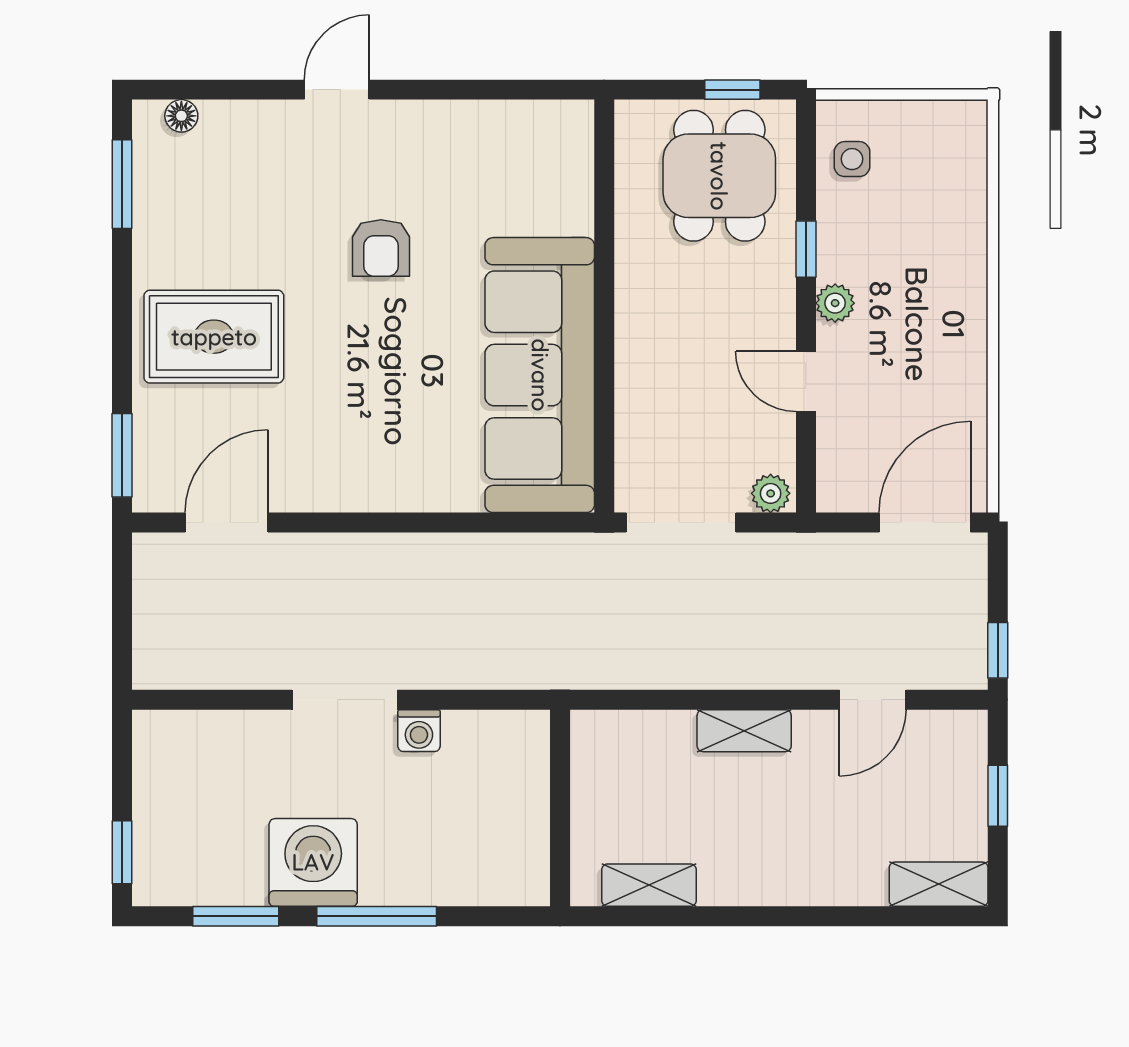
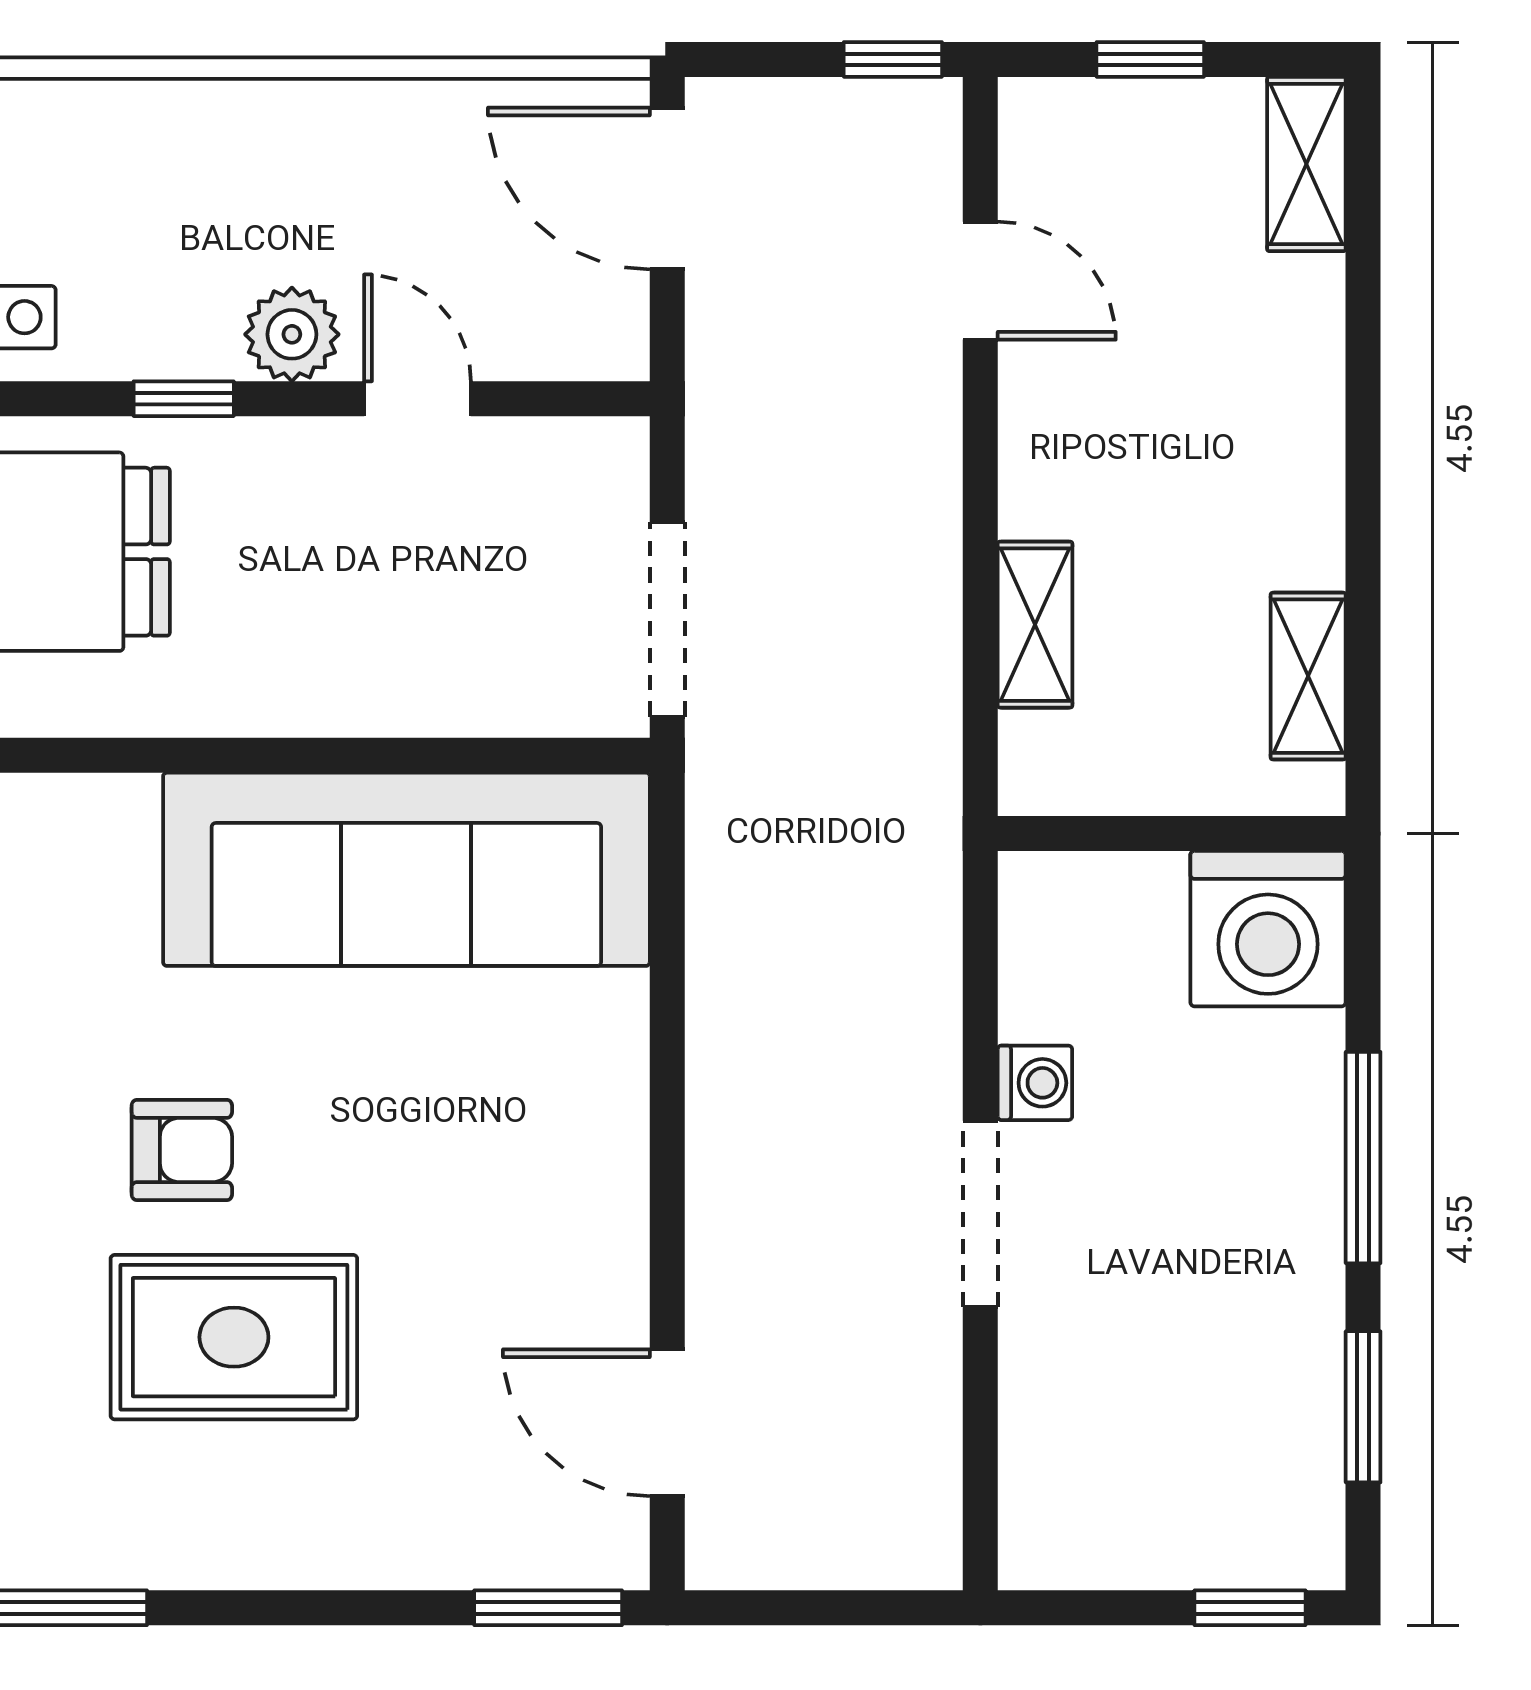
plant: (835, 303) -> (292, 334), width x1.38, depth x1.38
rug: (214, 337) -> (234, 1337), moved, turned 90
door: (806, 381) -> (417, 399), swing flipped
plant: (771, 493) -> (616, 461), removed
shelving: (744, 731) -> (1035, 625), moved
washing machine: (313, 862) -> (1268, 929), moved, turned -90

